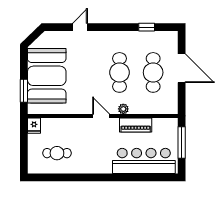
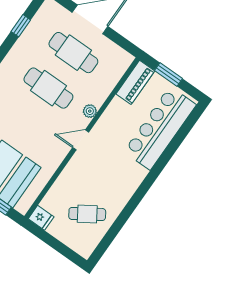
piano: (136, 125) -> (135, 82), moved
window: (182, 142) -> (168, 74), width x0.69
cafe table: (57, 153) -> (87, 214), turned 57

